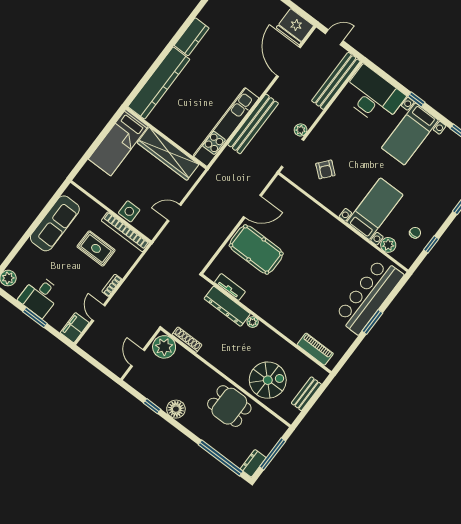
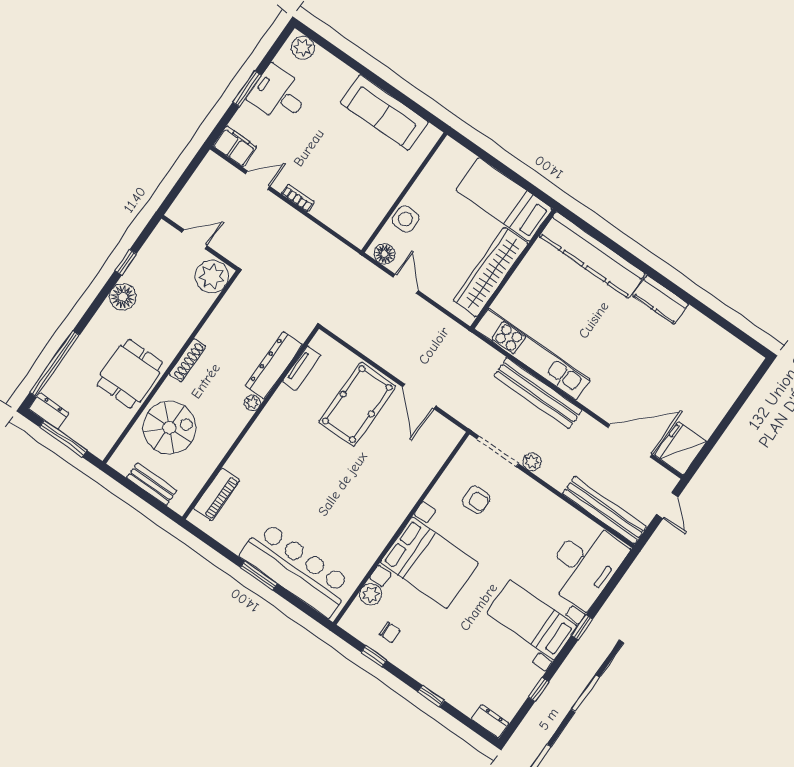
armchair: (325, 169) -> (476, 500), turned -131
bed with nightstands: (375, 209) -> (429, 563), width x1.36
floor lamp: (153, 227) -> (384, 254), added
bookcase: (125, 232) -> (376, 214), removed
rug: (96, 248) -> (350, 173), removed
shoe rack: (187, 340) -> (187, 360), moved
spiral stairs: (268, 380) -> (169, 428), turned -90

